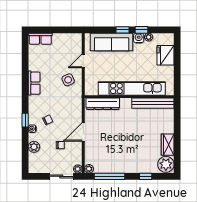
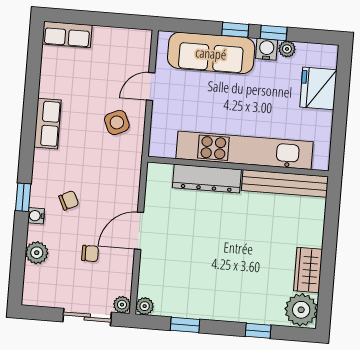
dresser: (103, 104) -> (207, 179), moved
window: (109, 176) -> (185, 325), width x0.46

